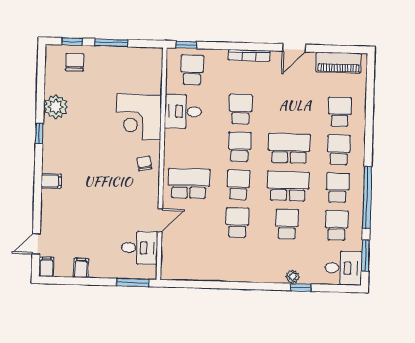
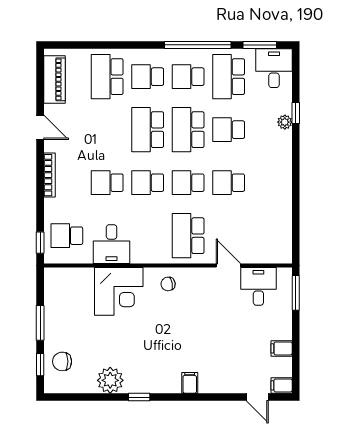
school desk: (340, 112) -> (107, 77), width x1.85
school desk: (337, 225) -> (229, 77), width x1.85

